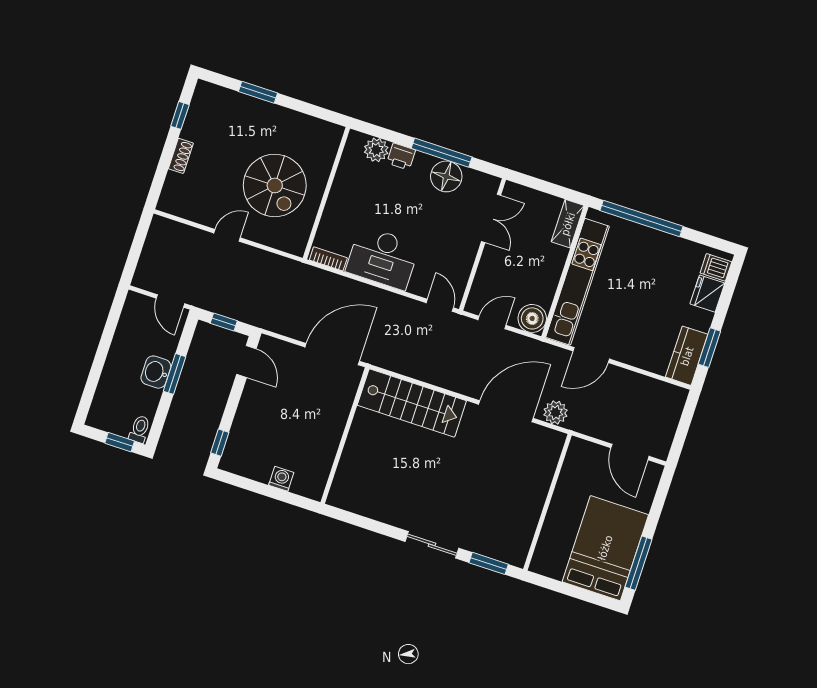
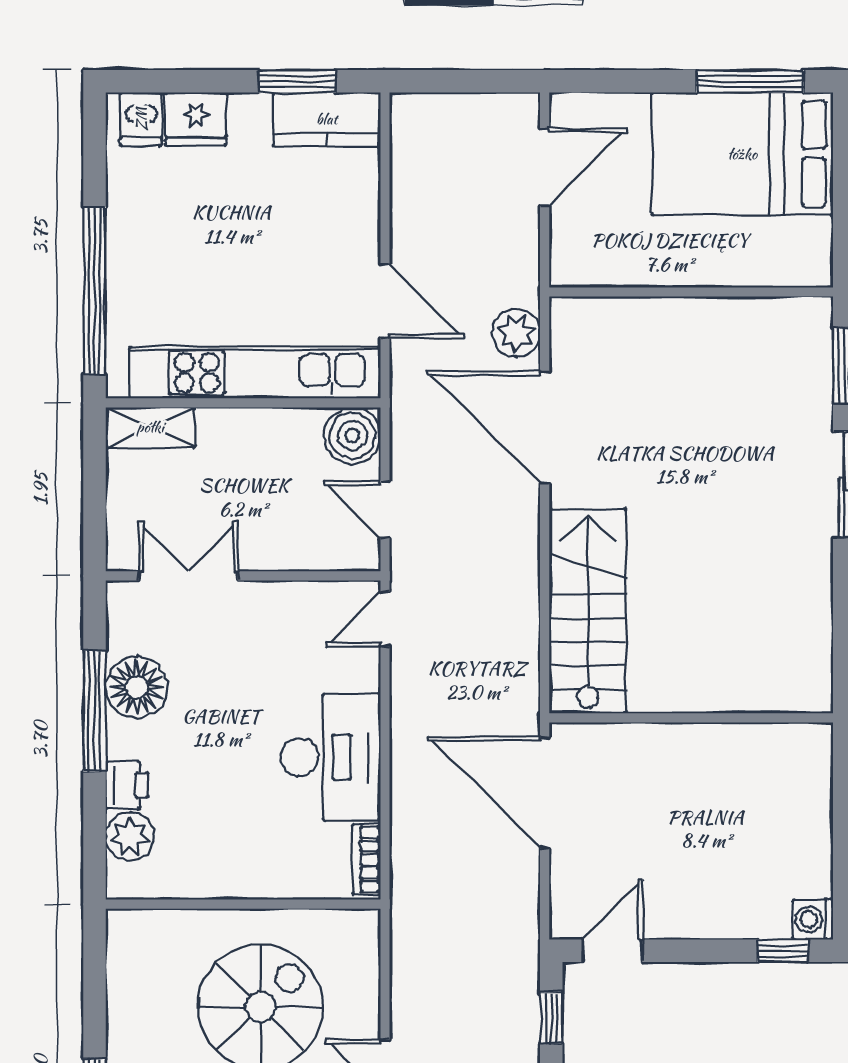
washing machine: (281, 479) -> (813, 919), moved

